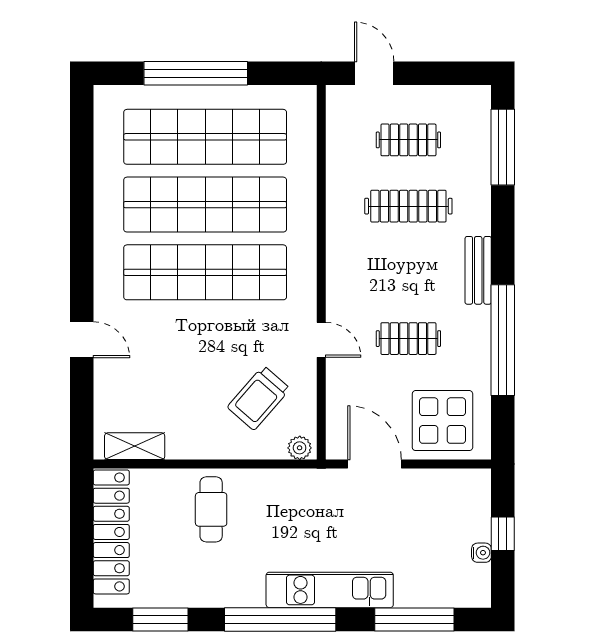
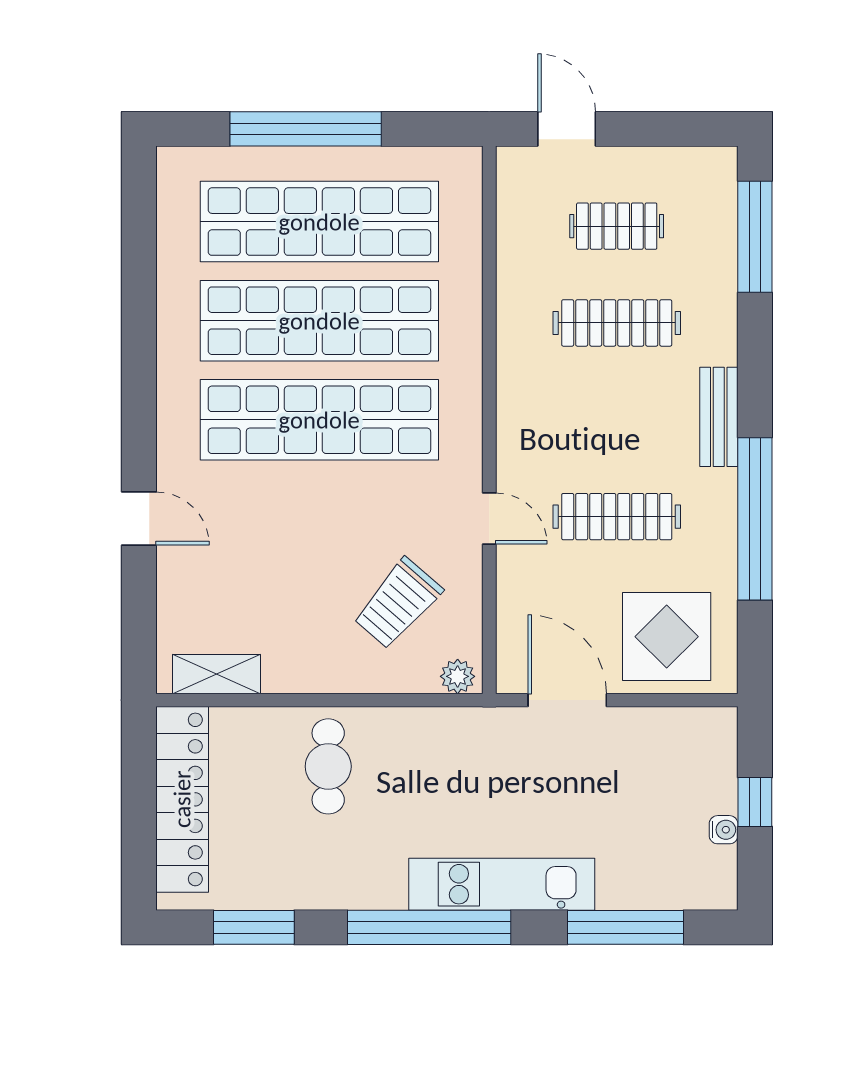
clothes rail: (408, 339) -> (617, 517), width x1.36

